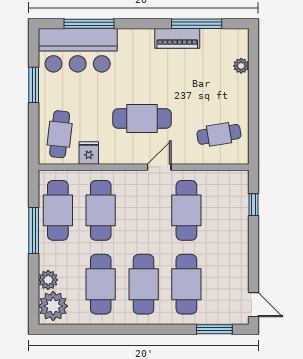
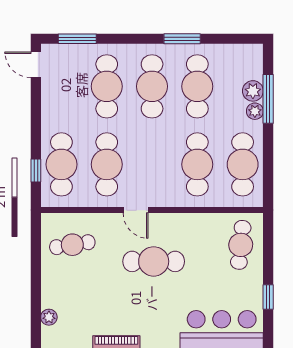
window: (34, 85) -> (268, 297), width x0.67
fridge: (89, 153) -> (210, 225), removed
door: (159, 167) -> (136, 210), hinge flipped
cafe table: (229, 210) -> (61, 164), added
window: (34, 230) -> (268, 99), moved
plant: (53, 306) -> (255, 111), moved, width x0.53, depth x0.53
window: (115, 329) -> (182, 39), added

